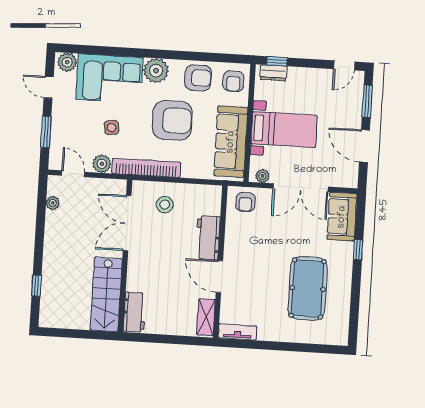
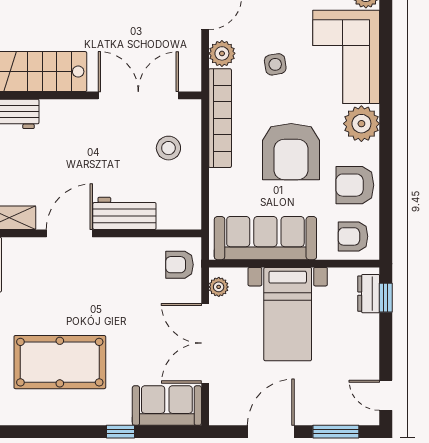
armchair: (198, 78) -> (355, 185), turned 90

